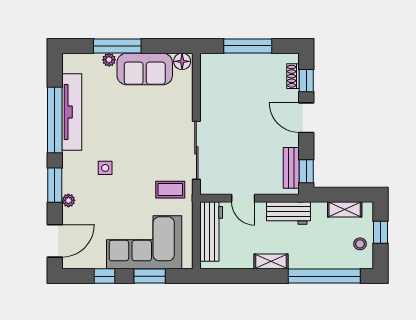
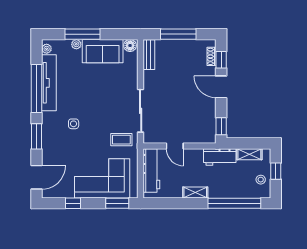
bench: (291, 168) -> (149, 55), moved
plant: (68, 200) -> (47, 49), moved
workbench: (288, 213) -> (220, 157), moved
window: (150, 276) -> (117, 203), moved

